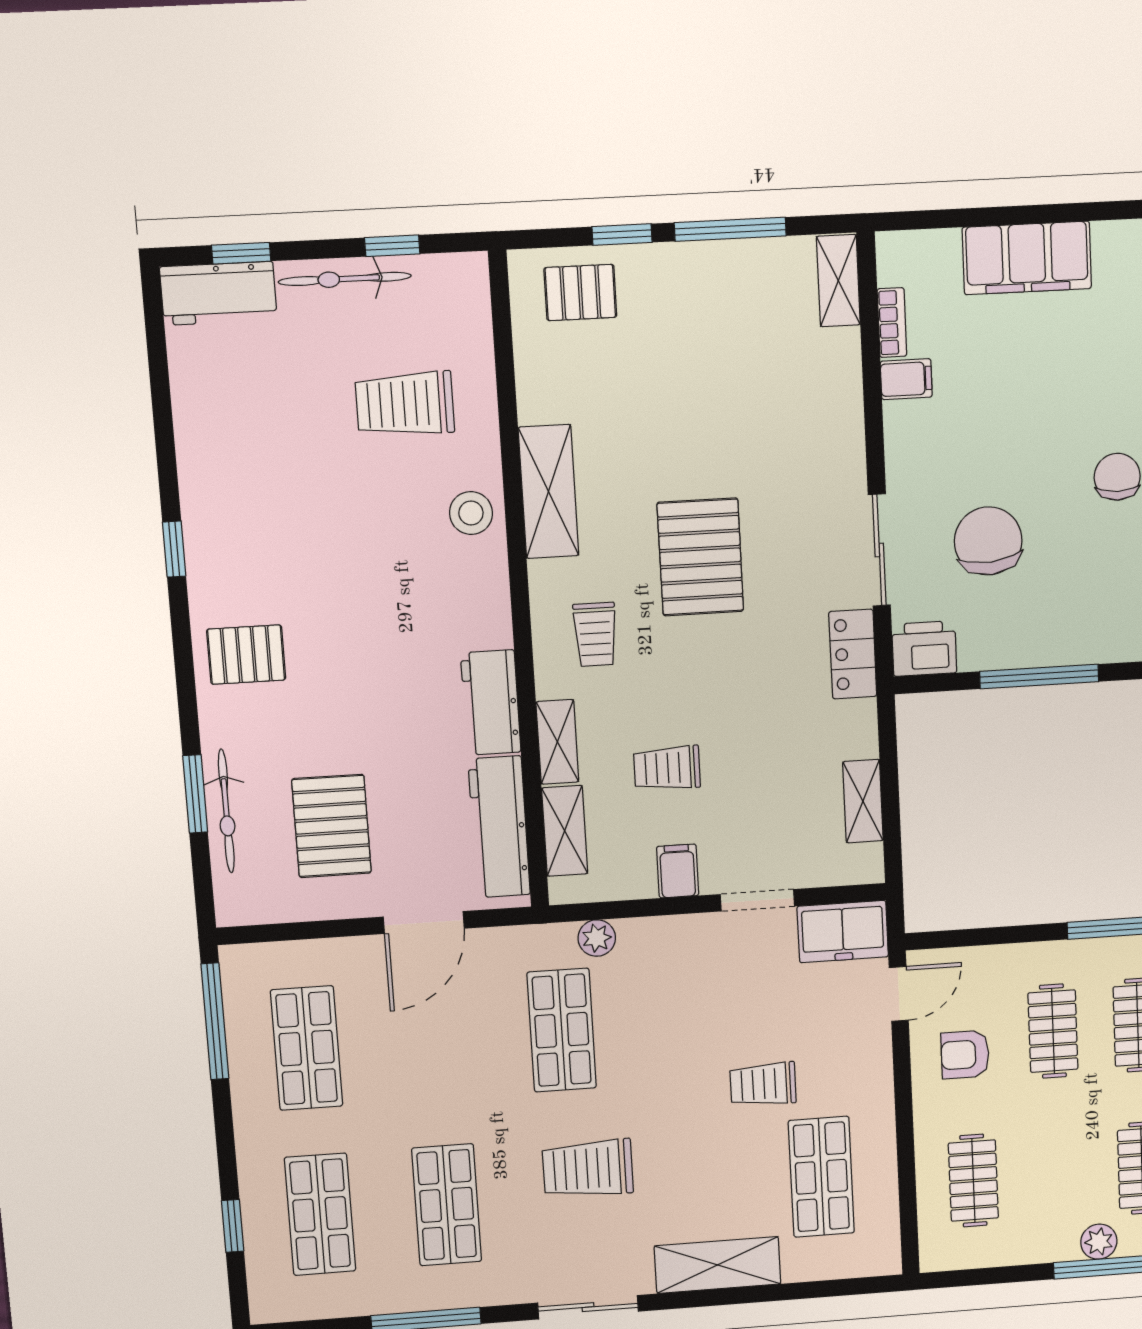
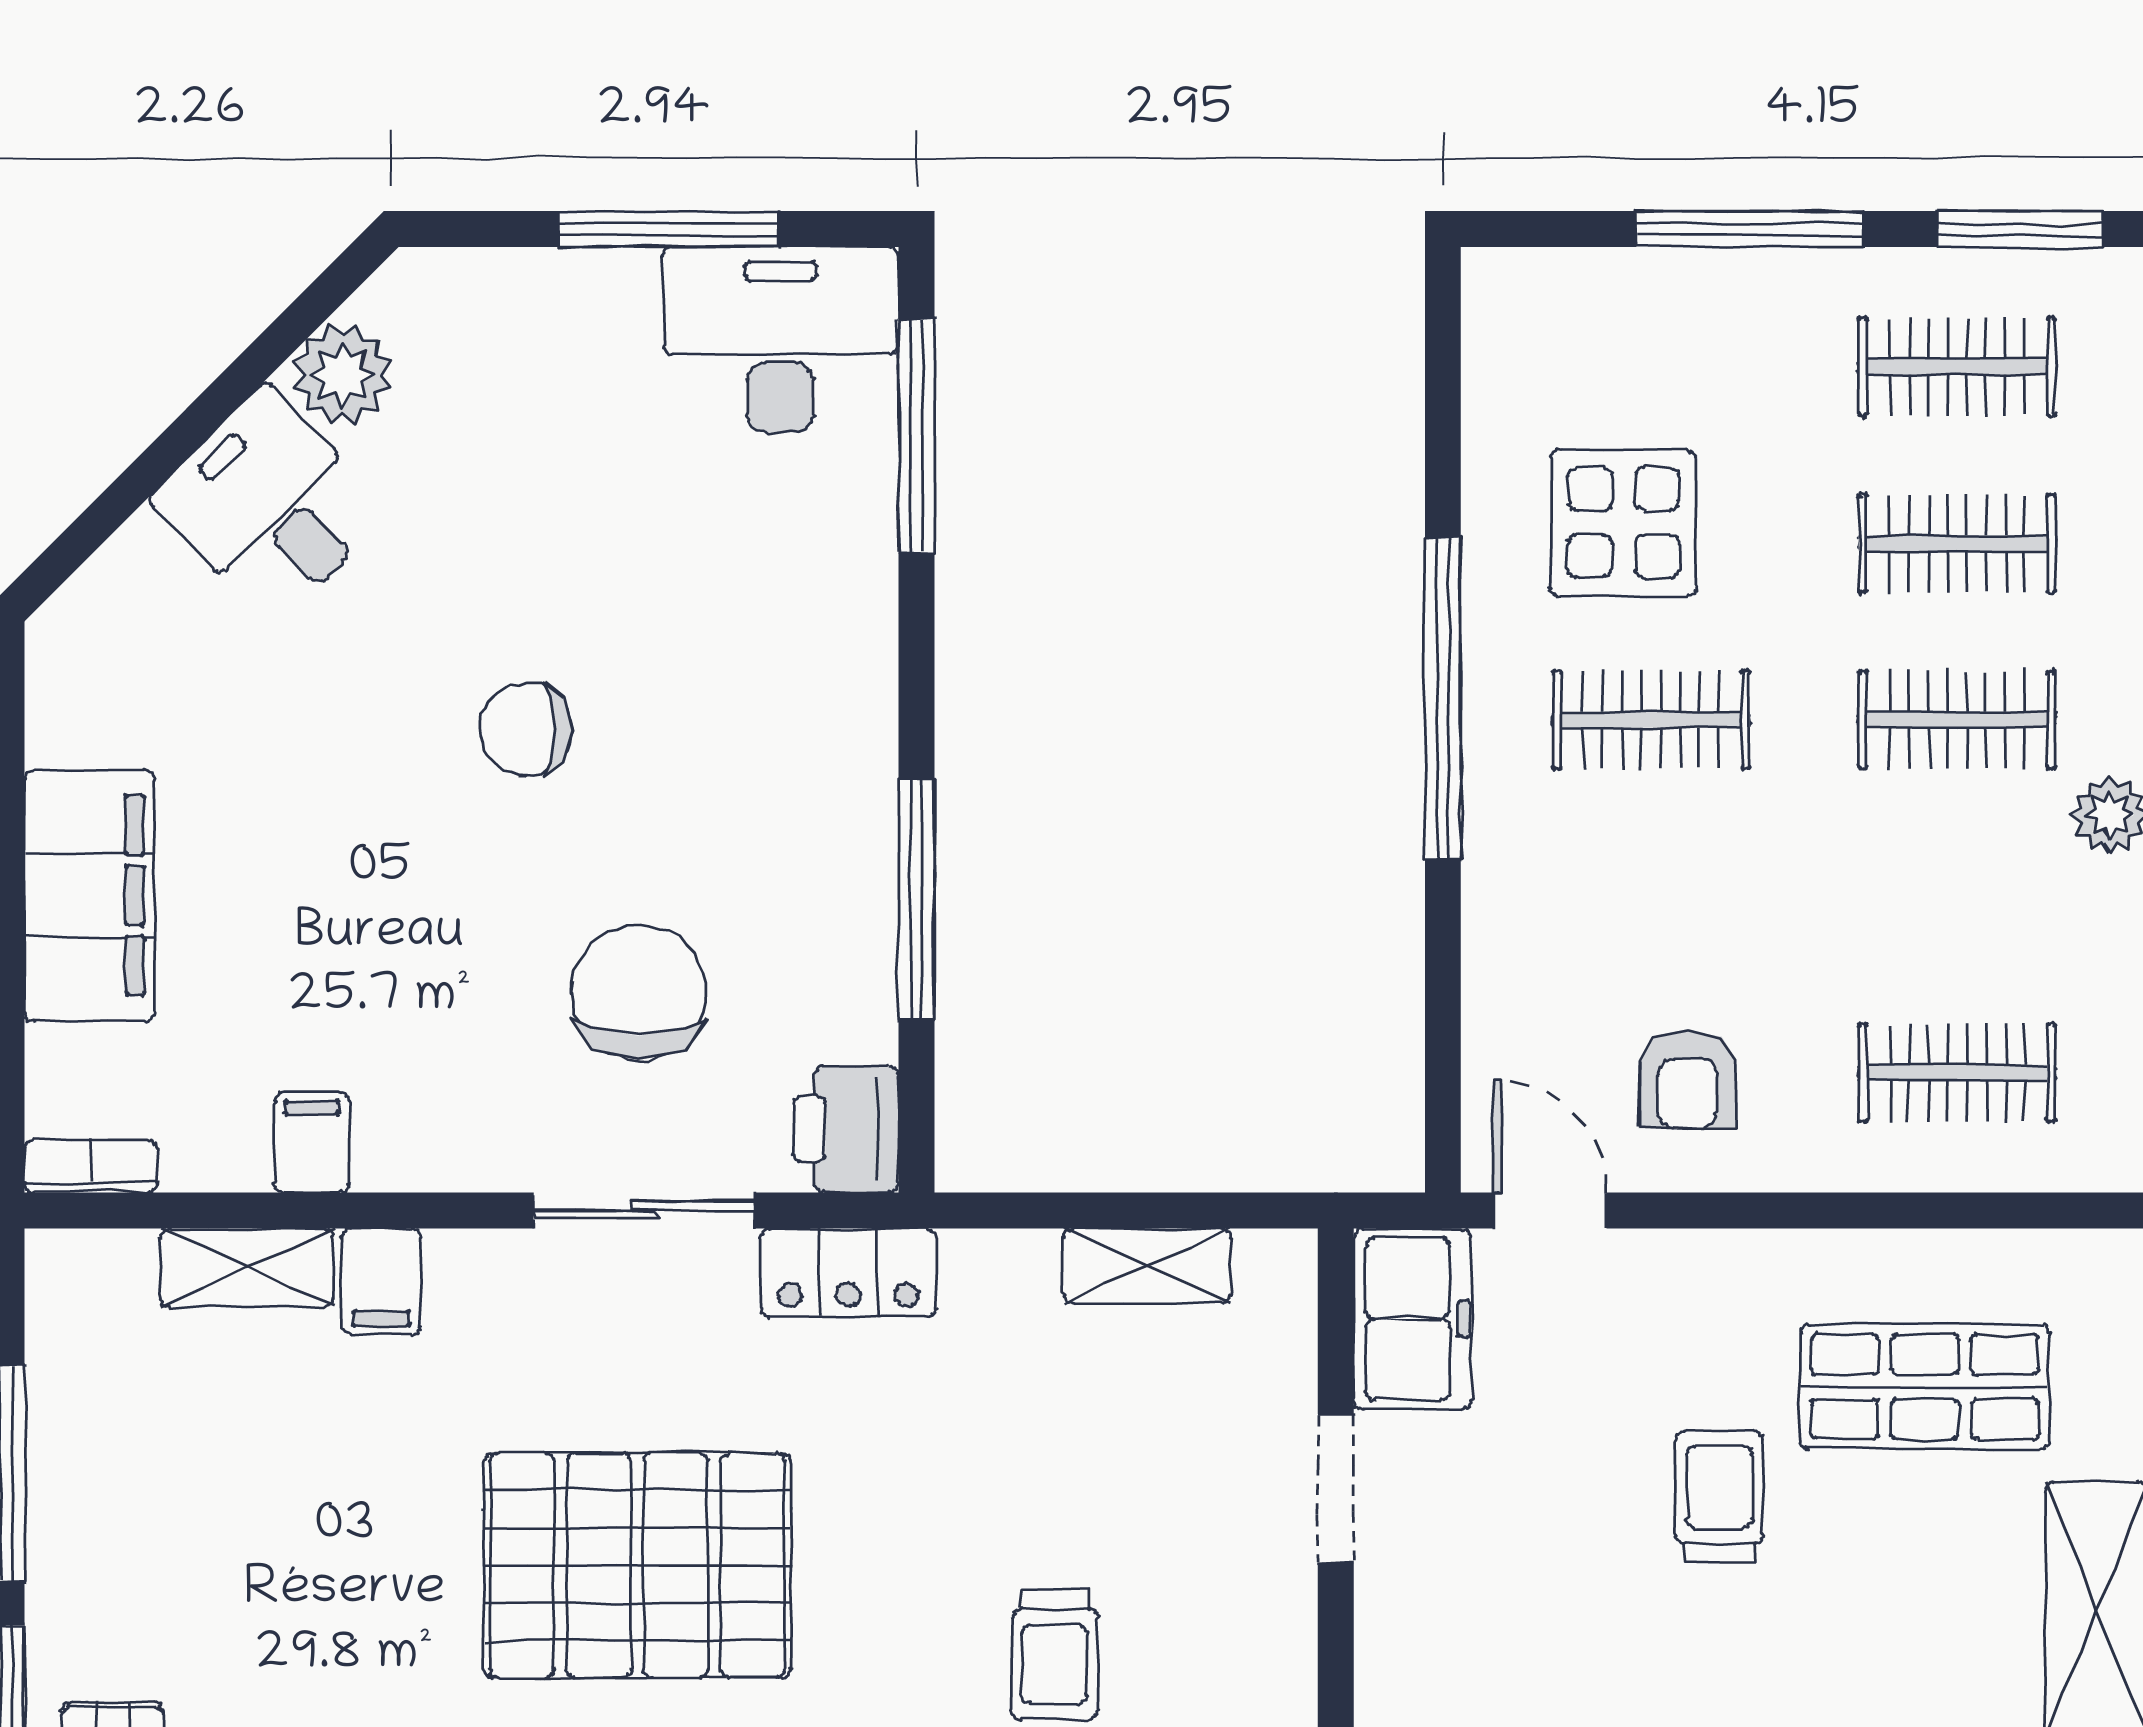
shelving: (838, 281) -> (247, 1267), moved
bookcase: (892, 323) -> (91, 1166), moved
chair: (988, 541) -> (639, 992), turned 95
pallet: (700, 557) -> (637, 1565), width x1.37, depth x1.41
filing cabinet: (678, 871) -> (381, 1281), moved, turned -90
clothes rail: (1053, 1031) -> (1651, 896), removed
trolley: (763, 1084) -> (1719, 1496), turned 180

